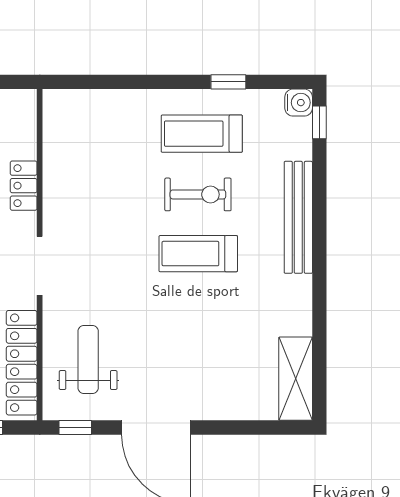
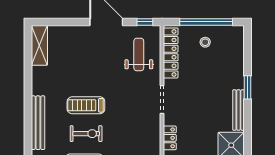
exercise bike: (198, 194) -> (86, 134), turned 180
treadmill: (198, 254) -> (86, 105), turned 180
weight bench: (88, 360) -> (139, 54), turned 180

